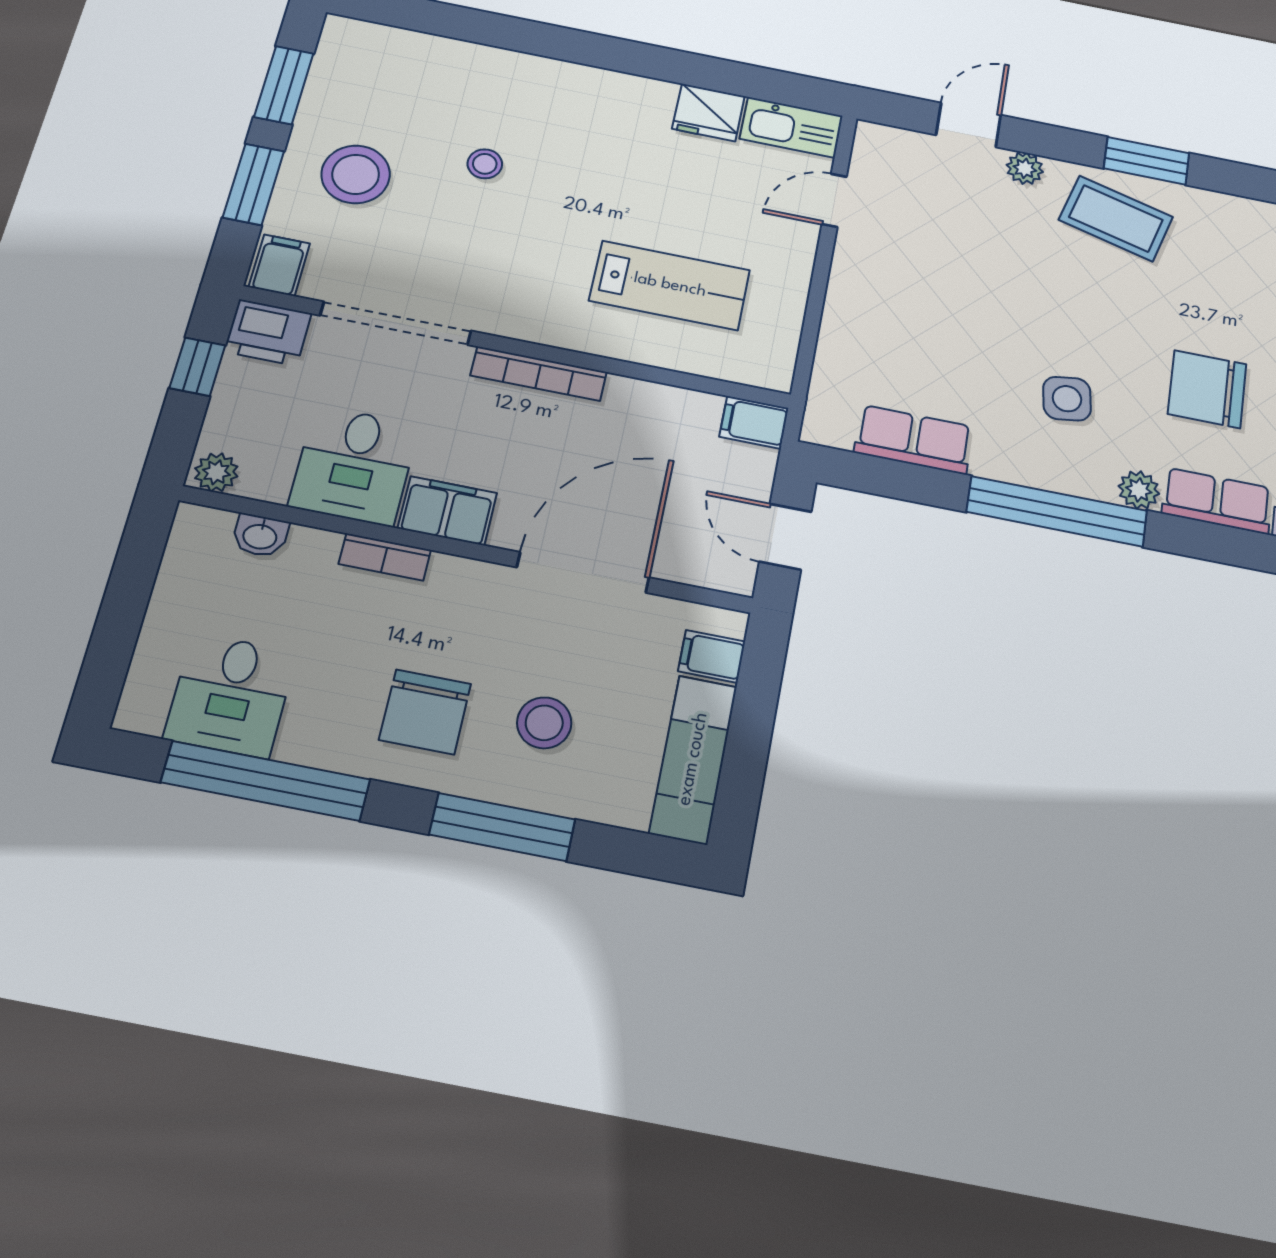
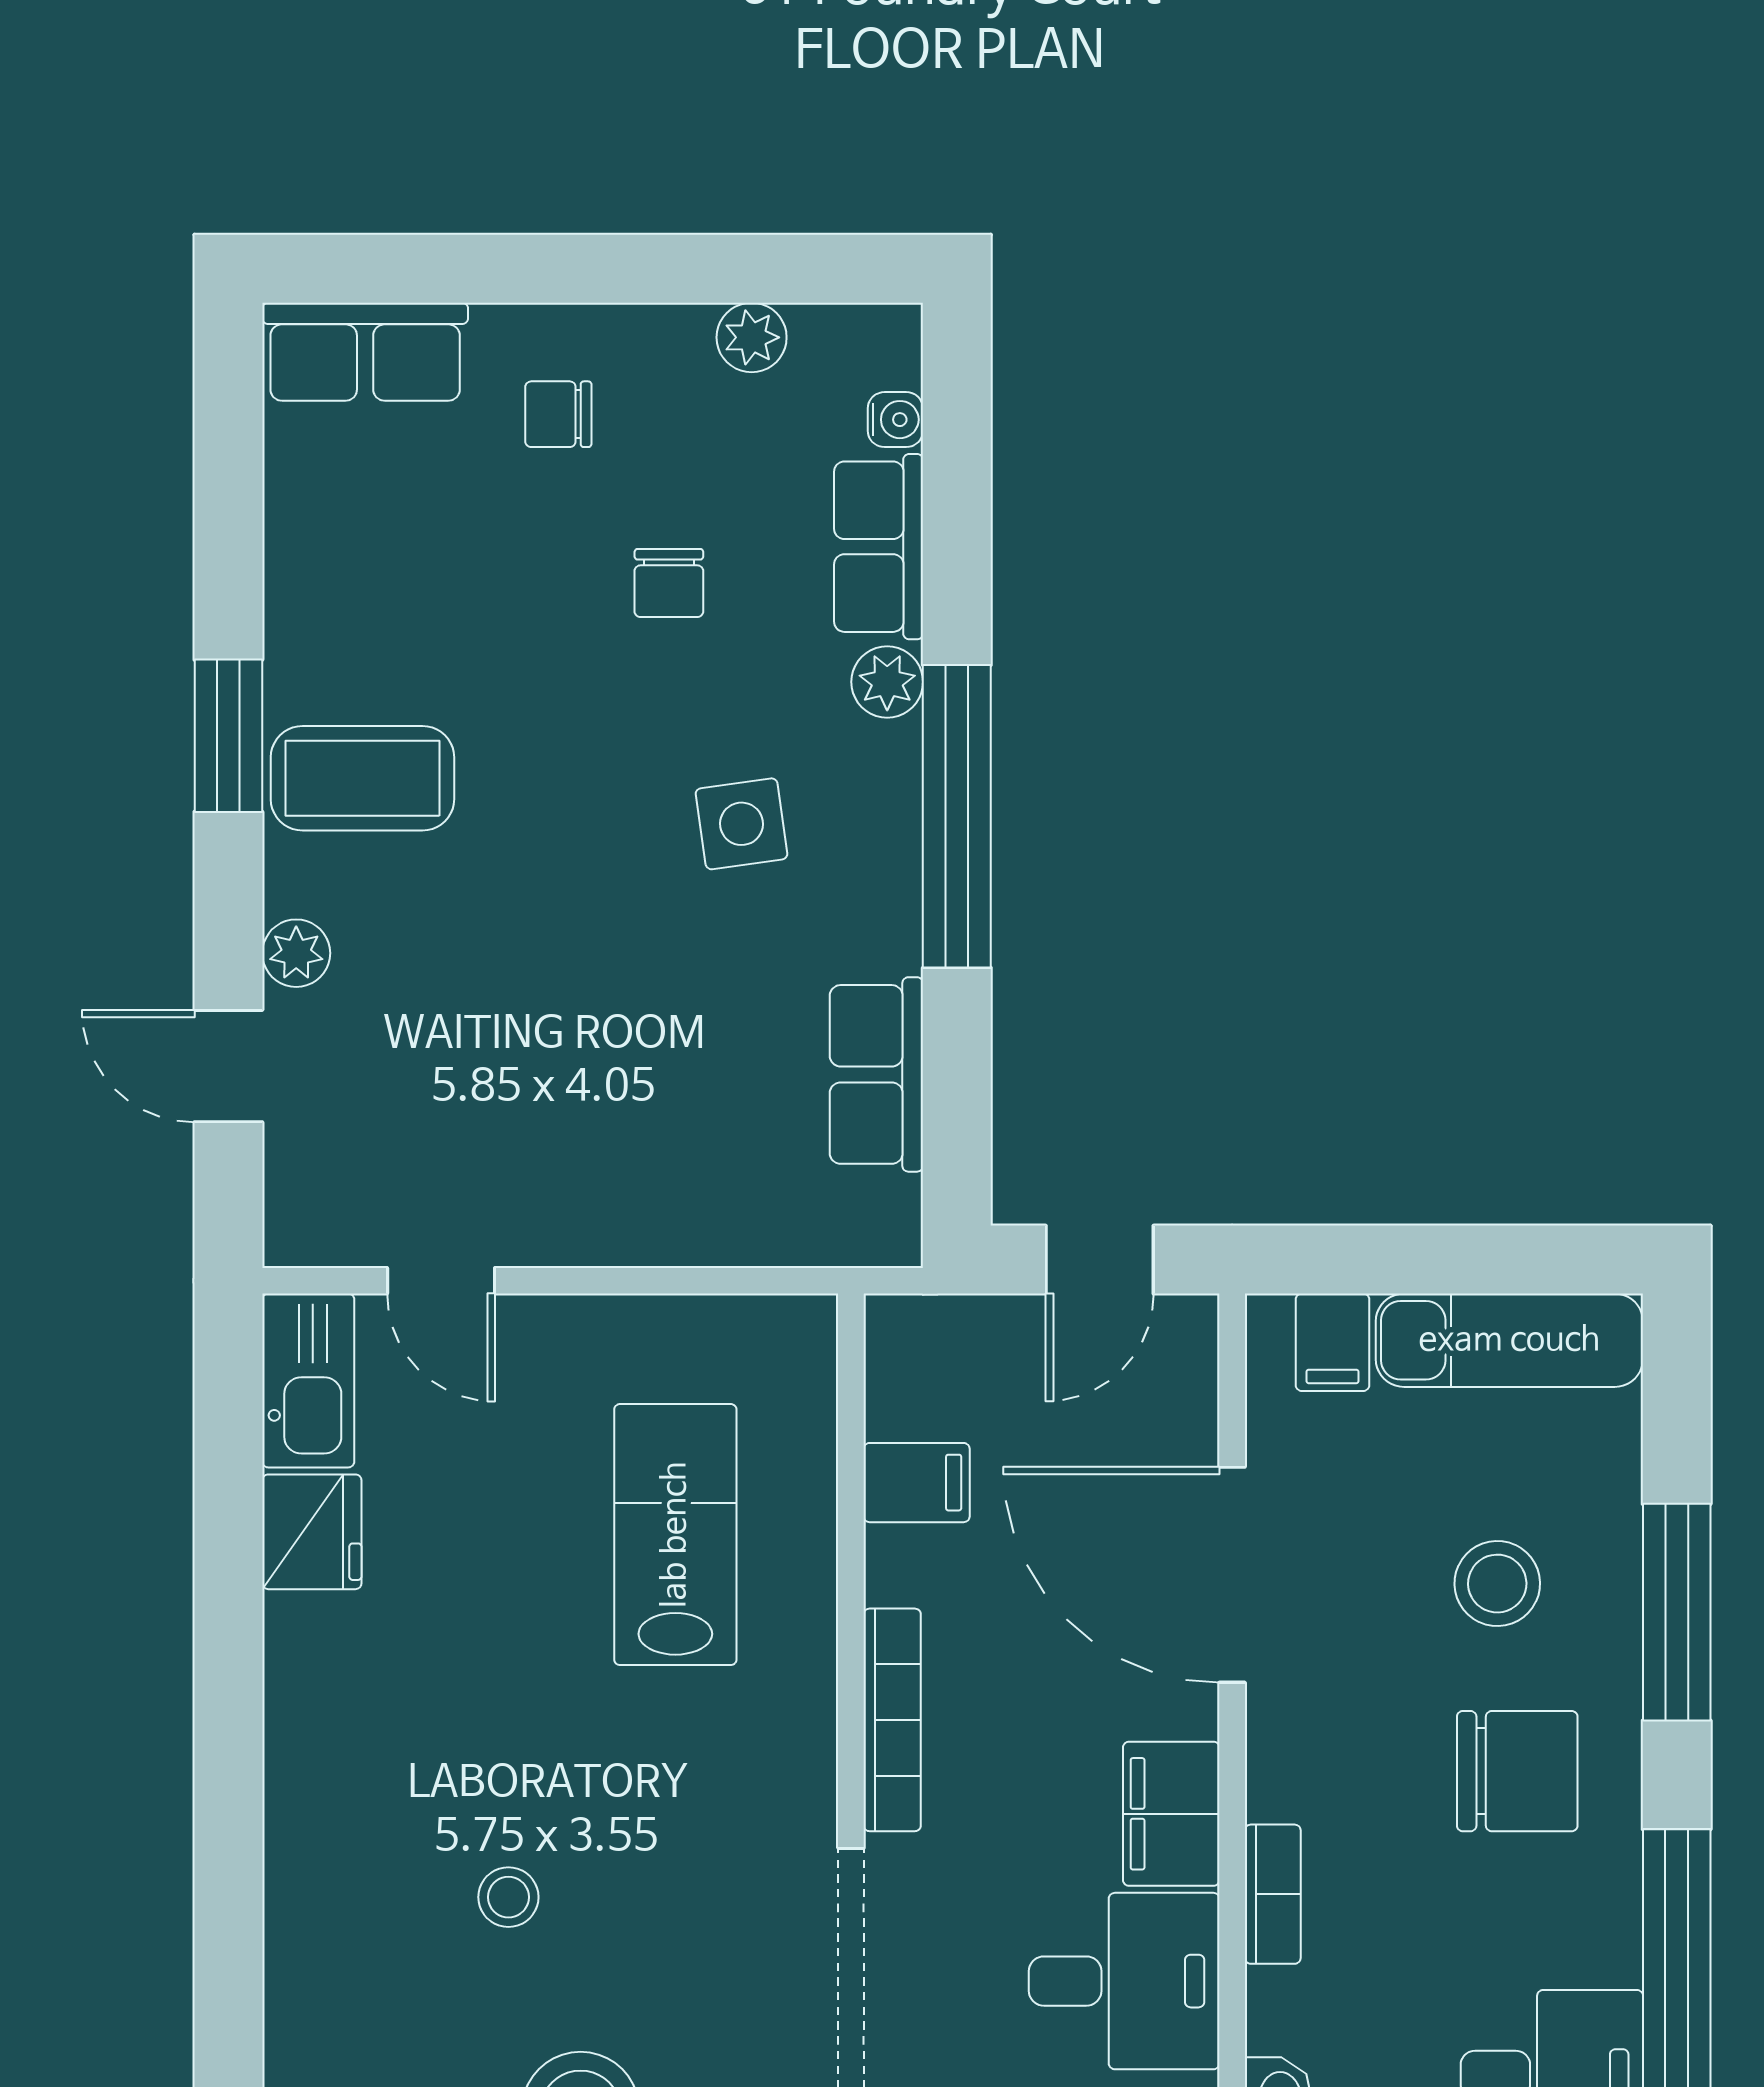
coffee table: (1116, 218) -> (362, 778), turned 75
chair: (1207, 389) -> (669, 583), width x0.54, depth x0.54
filing cabinet: (754, 422) -> (917, 1483), moved, turned -90

